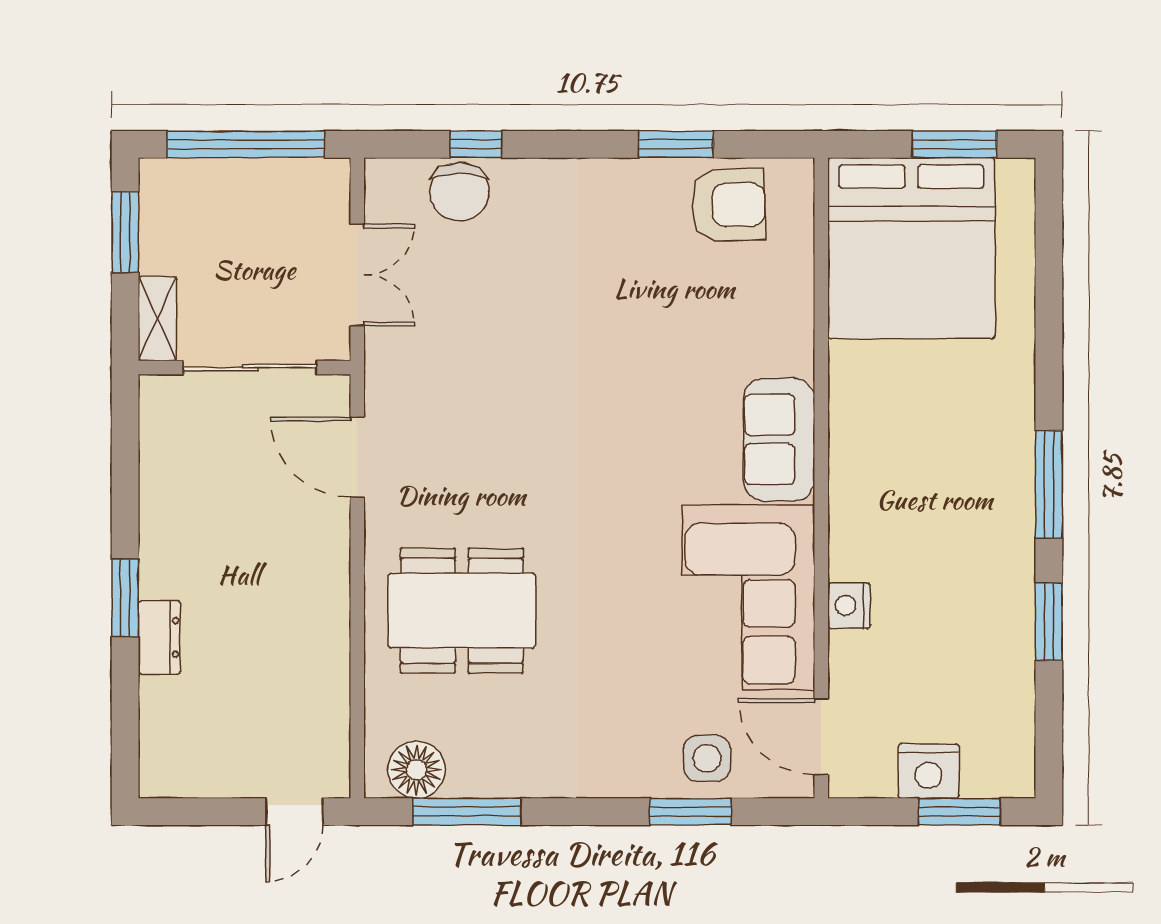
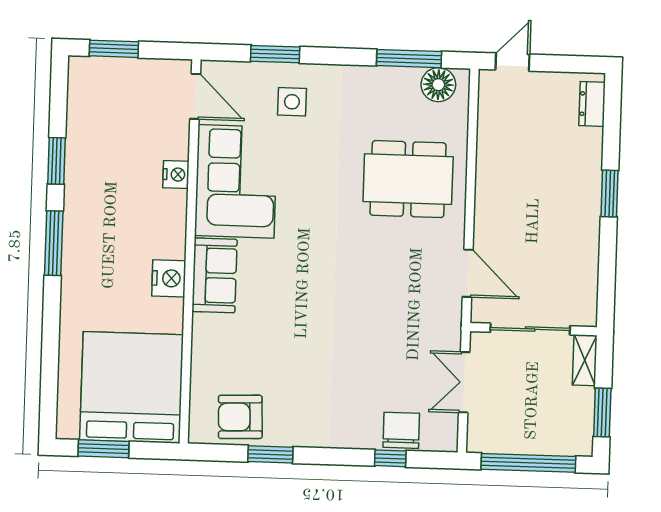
dresser: (159, 637) -> (592, 104), moved
side table: (707, 758) -> (292, 102), moved
nightstand: (928, 771) -> (169, 278), moved, turned 90

